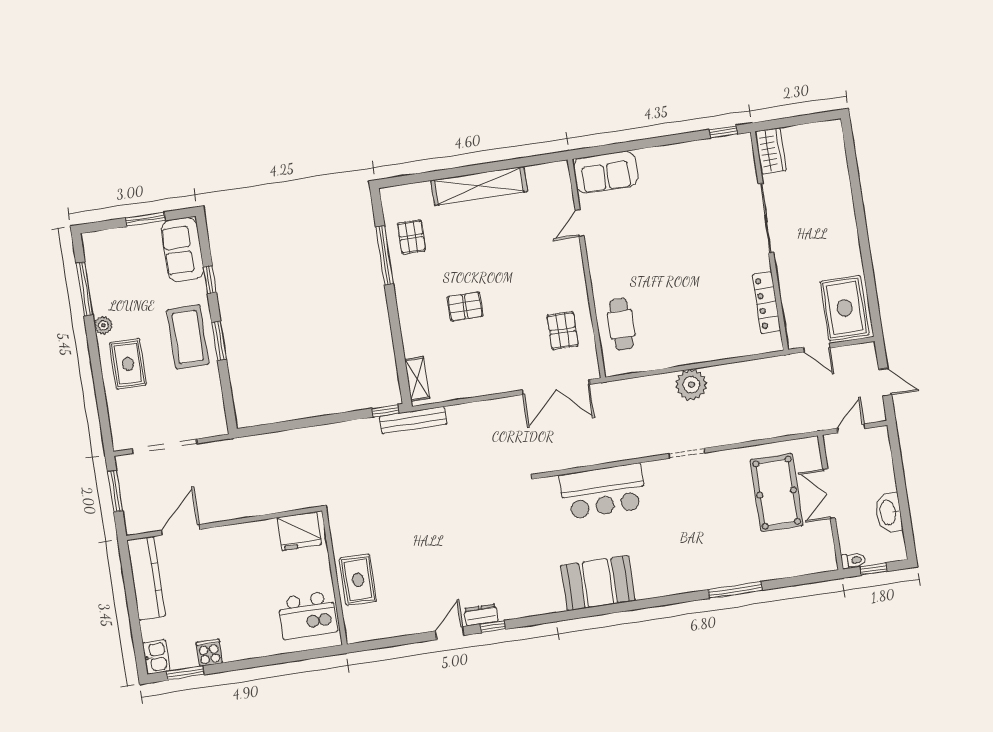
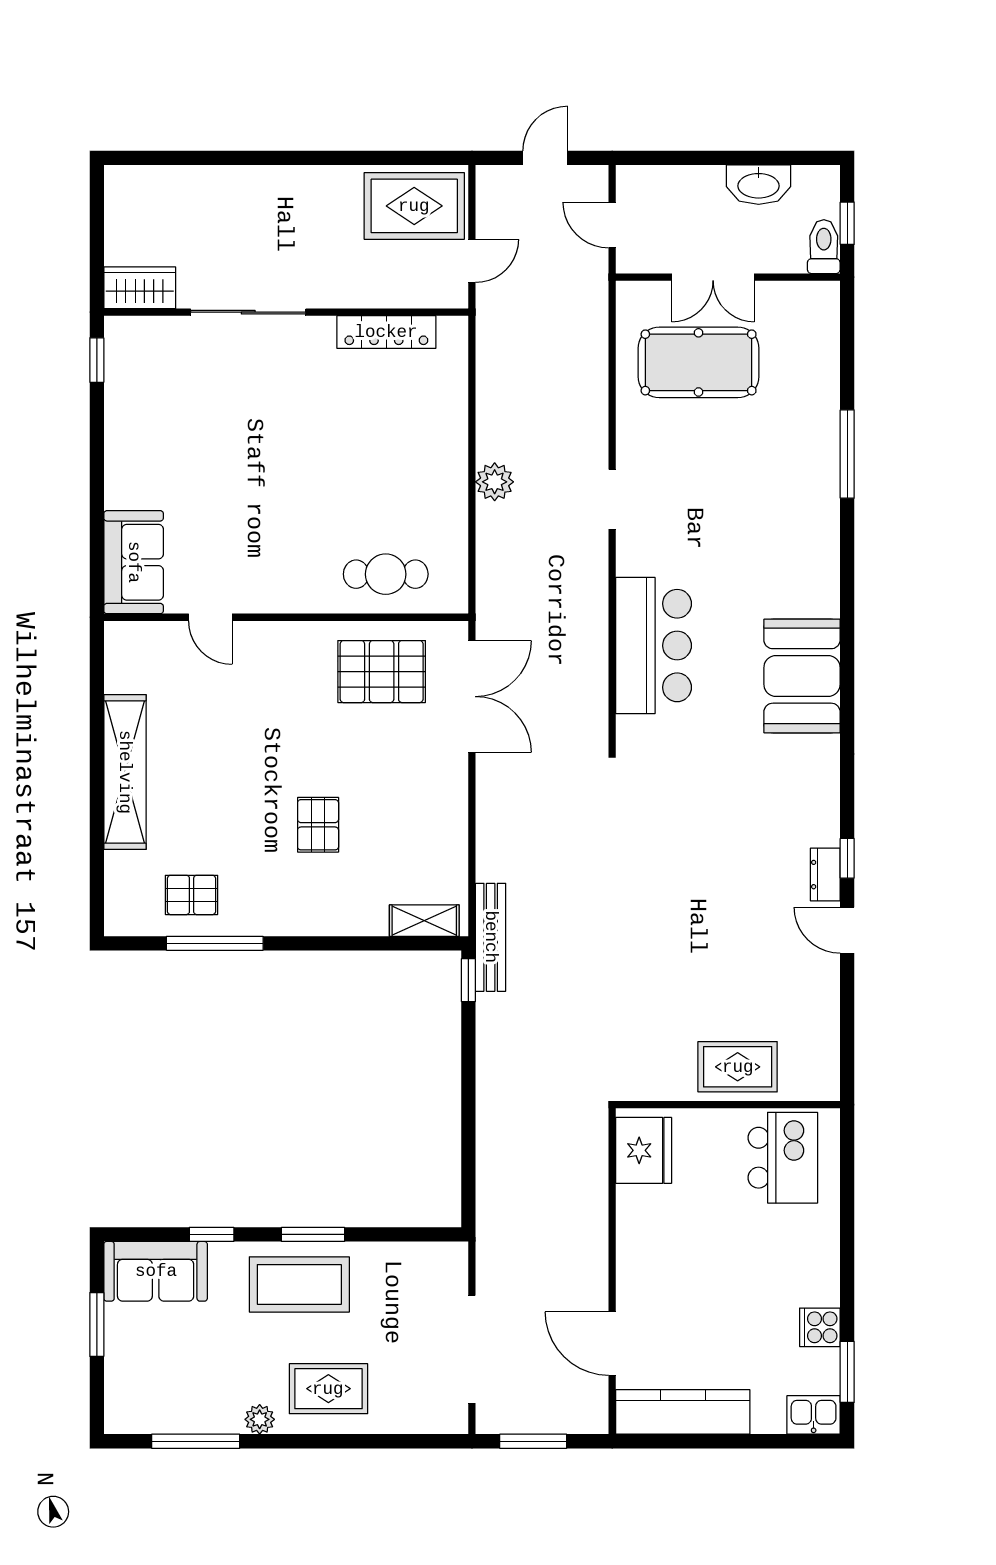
pallet: (563, 331) -> (382, 672), width x1.50, depth x1.42
plant: (691, 385) -> (495, 482), width x0.73, depth x0.73
toilet: (853, 560) -> (824, 247), width x1.37, depth x1.39

